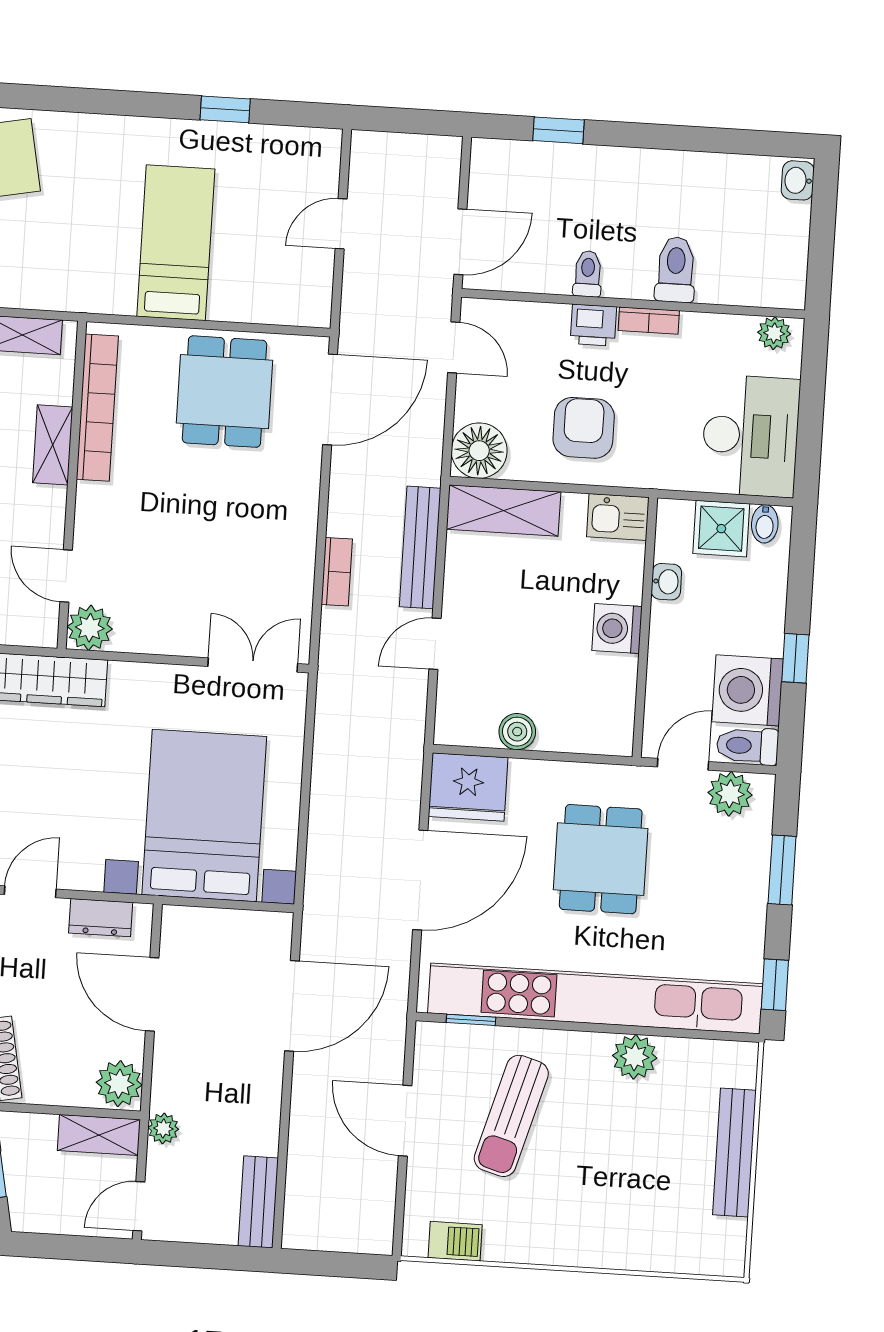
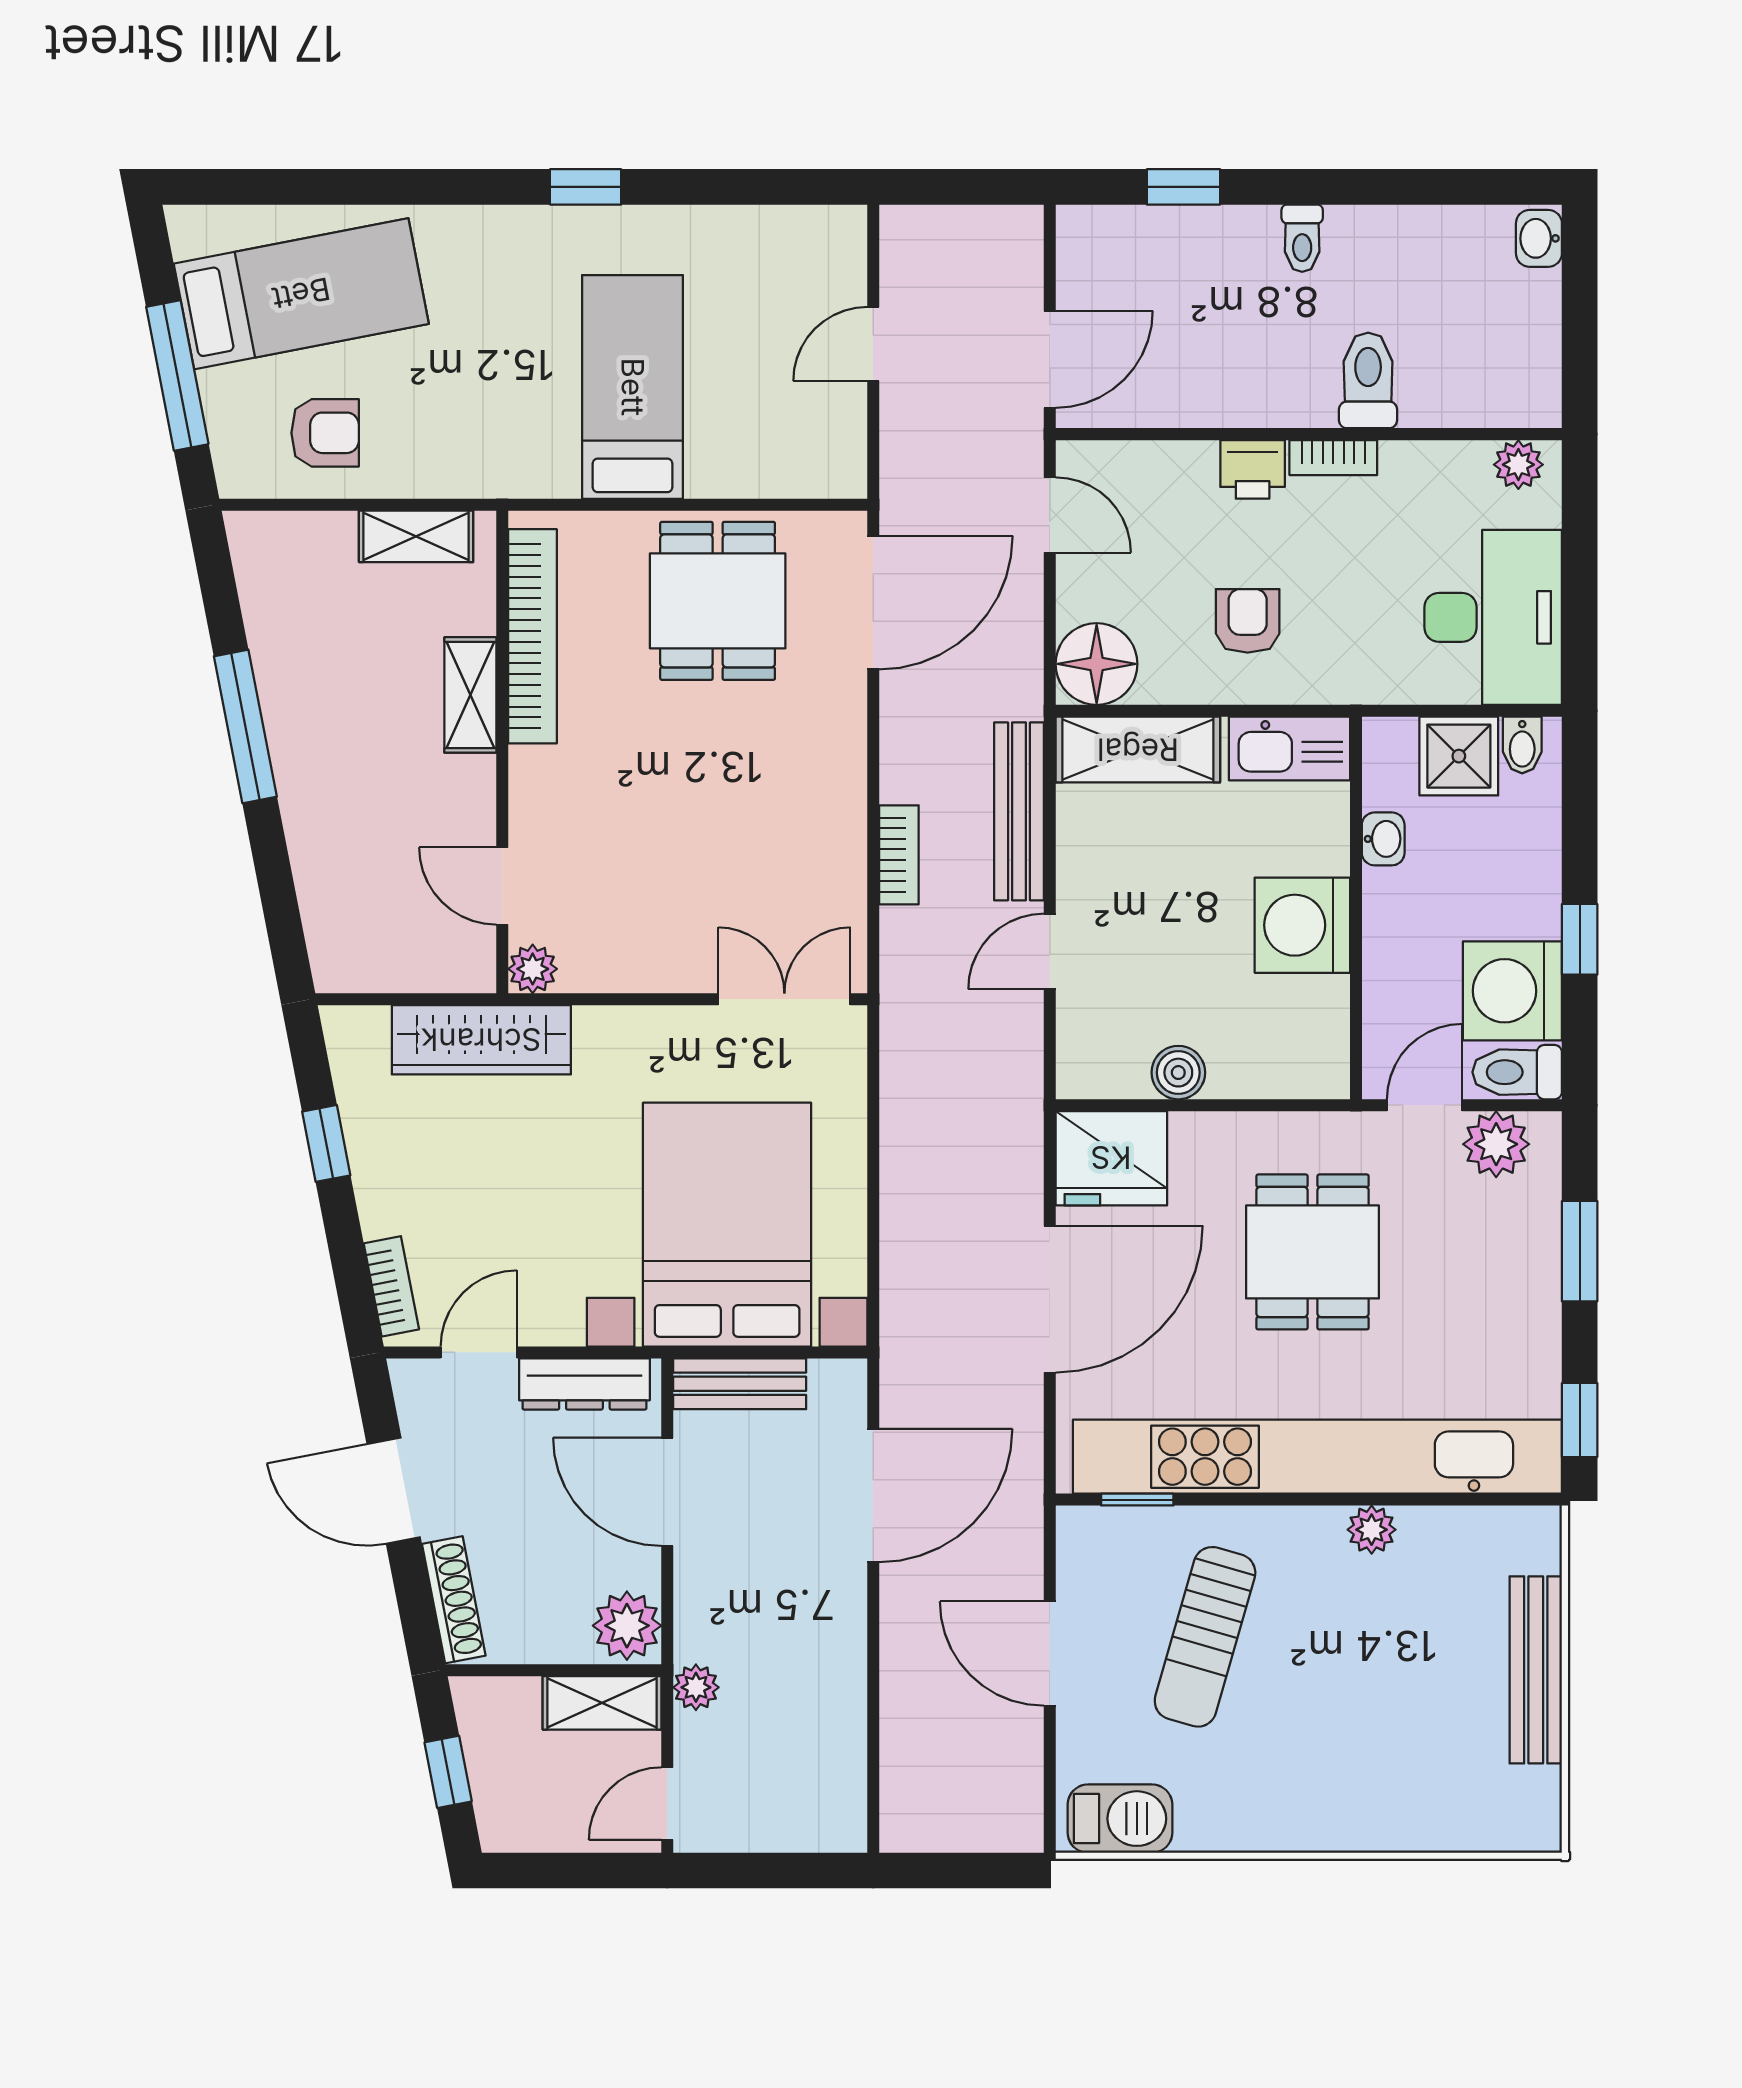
window: (225, 109) -> (586, 187), moved
toilet: (588, 274) -> (1302, 238), moved, turned 180
armchair: (584, 428) -> (1248, 621), width x0.72, depth x0.72
kitchen sink: (618, 517) -> (1289, 749), width x1.38
plant: (90, 628) -> (533, 969), width x0.73, depth x0.73
washing machine: (617, 629) -> (1302, 925), width x1.37, depth x1.37
dresser: (101, 918) -> (584, 1384), width x1.44
plant: (635, 1057) -> (1372, 1530), width x0.73, depth x0.73
bench: (258, 1202) -> (740, 1384), moved, turned 90
barbecue: (455, 1241) -> (1120, 1819), width x1.38, depth x1.27

